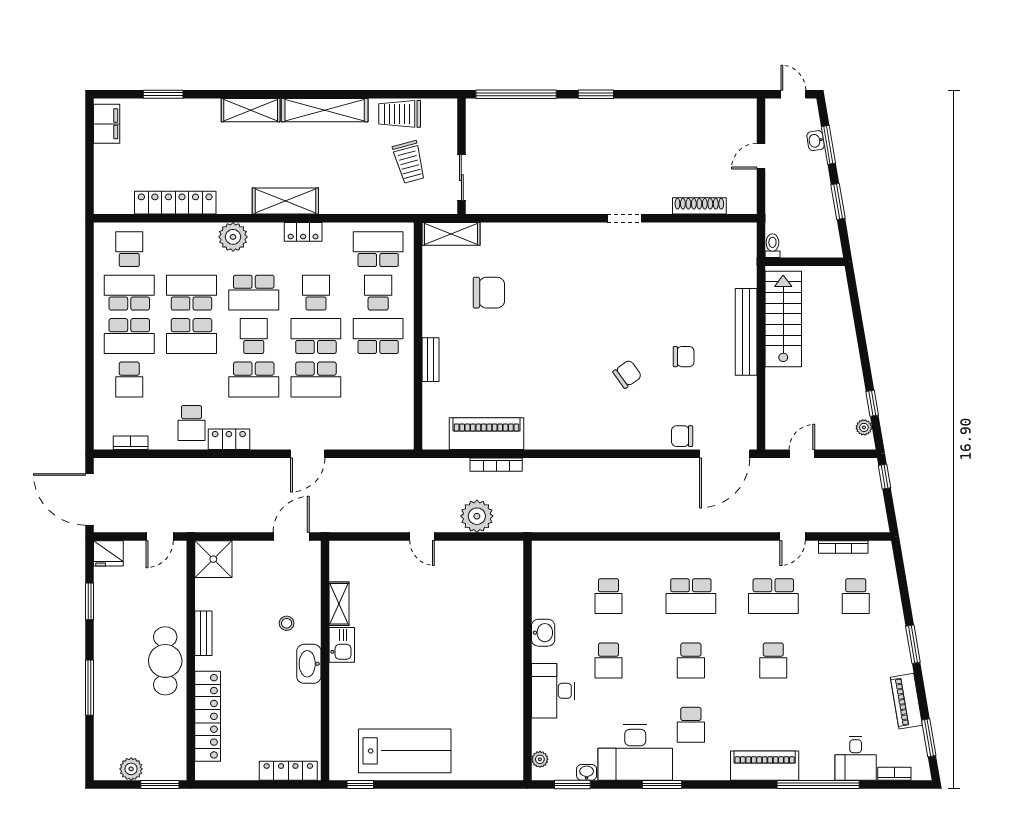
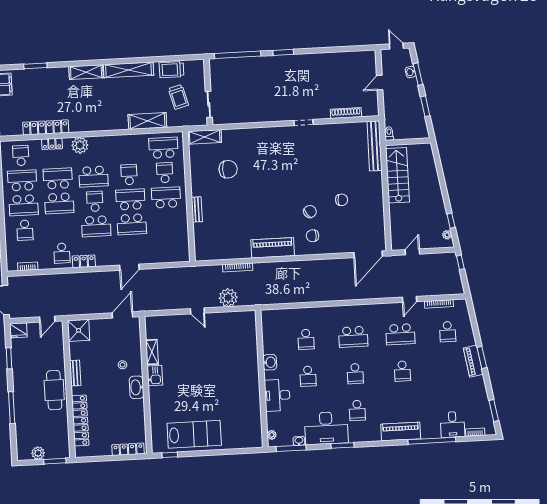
shelving: (285, 201) -> (147, 121), moved
locker: (303, 232) -> (52, 144), moved
bench: (746, 332) -> (375, 146), moved
piano: (487, 434) -> (273, 248), moved
chair: (682, 436) -> (312, 236), moved
piano: (906, 701) -> (473, 361), moved
window: (572, 784) -> (291, 448), width x1.44

